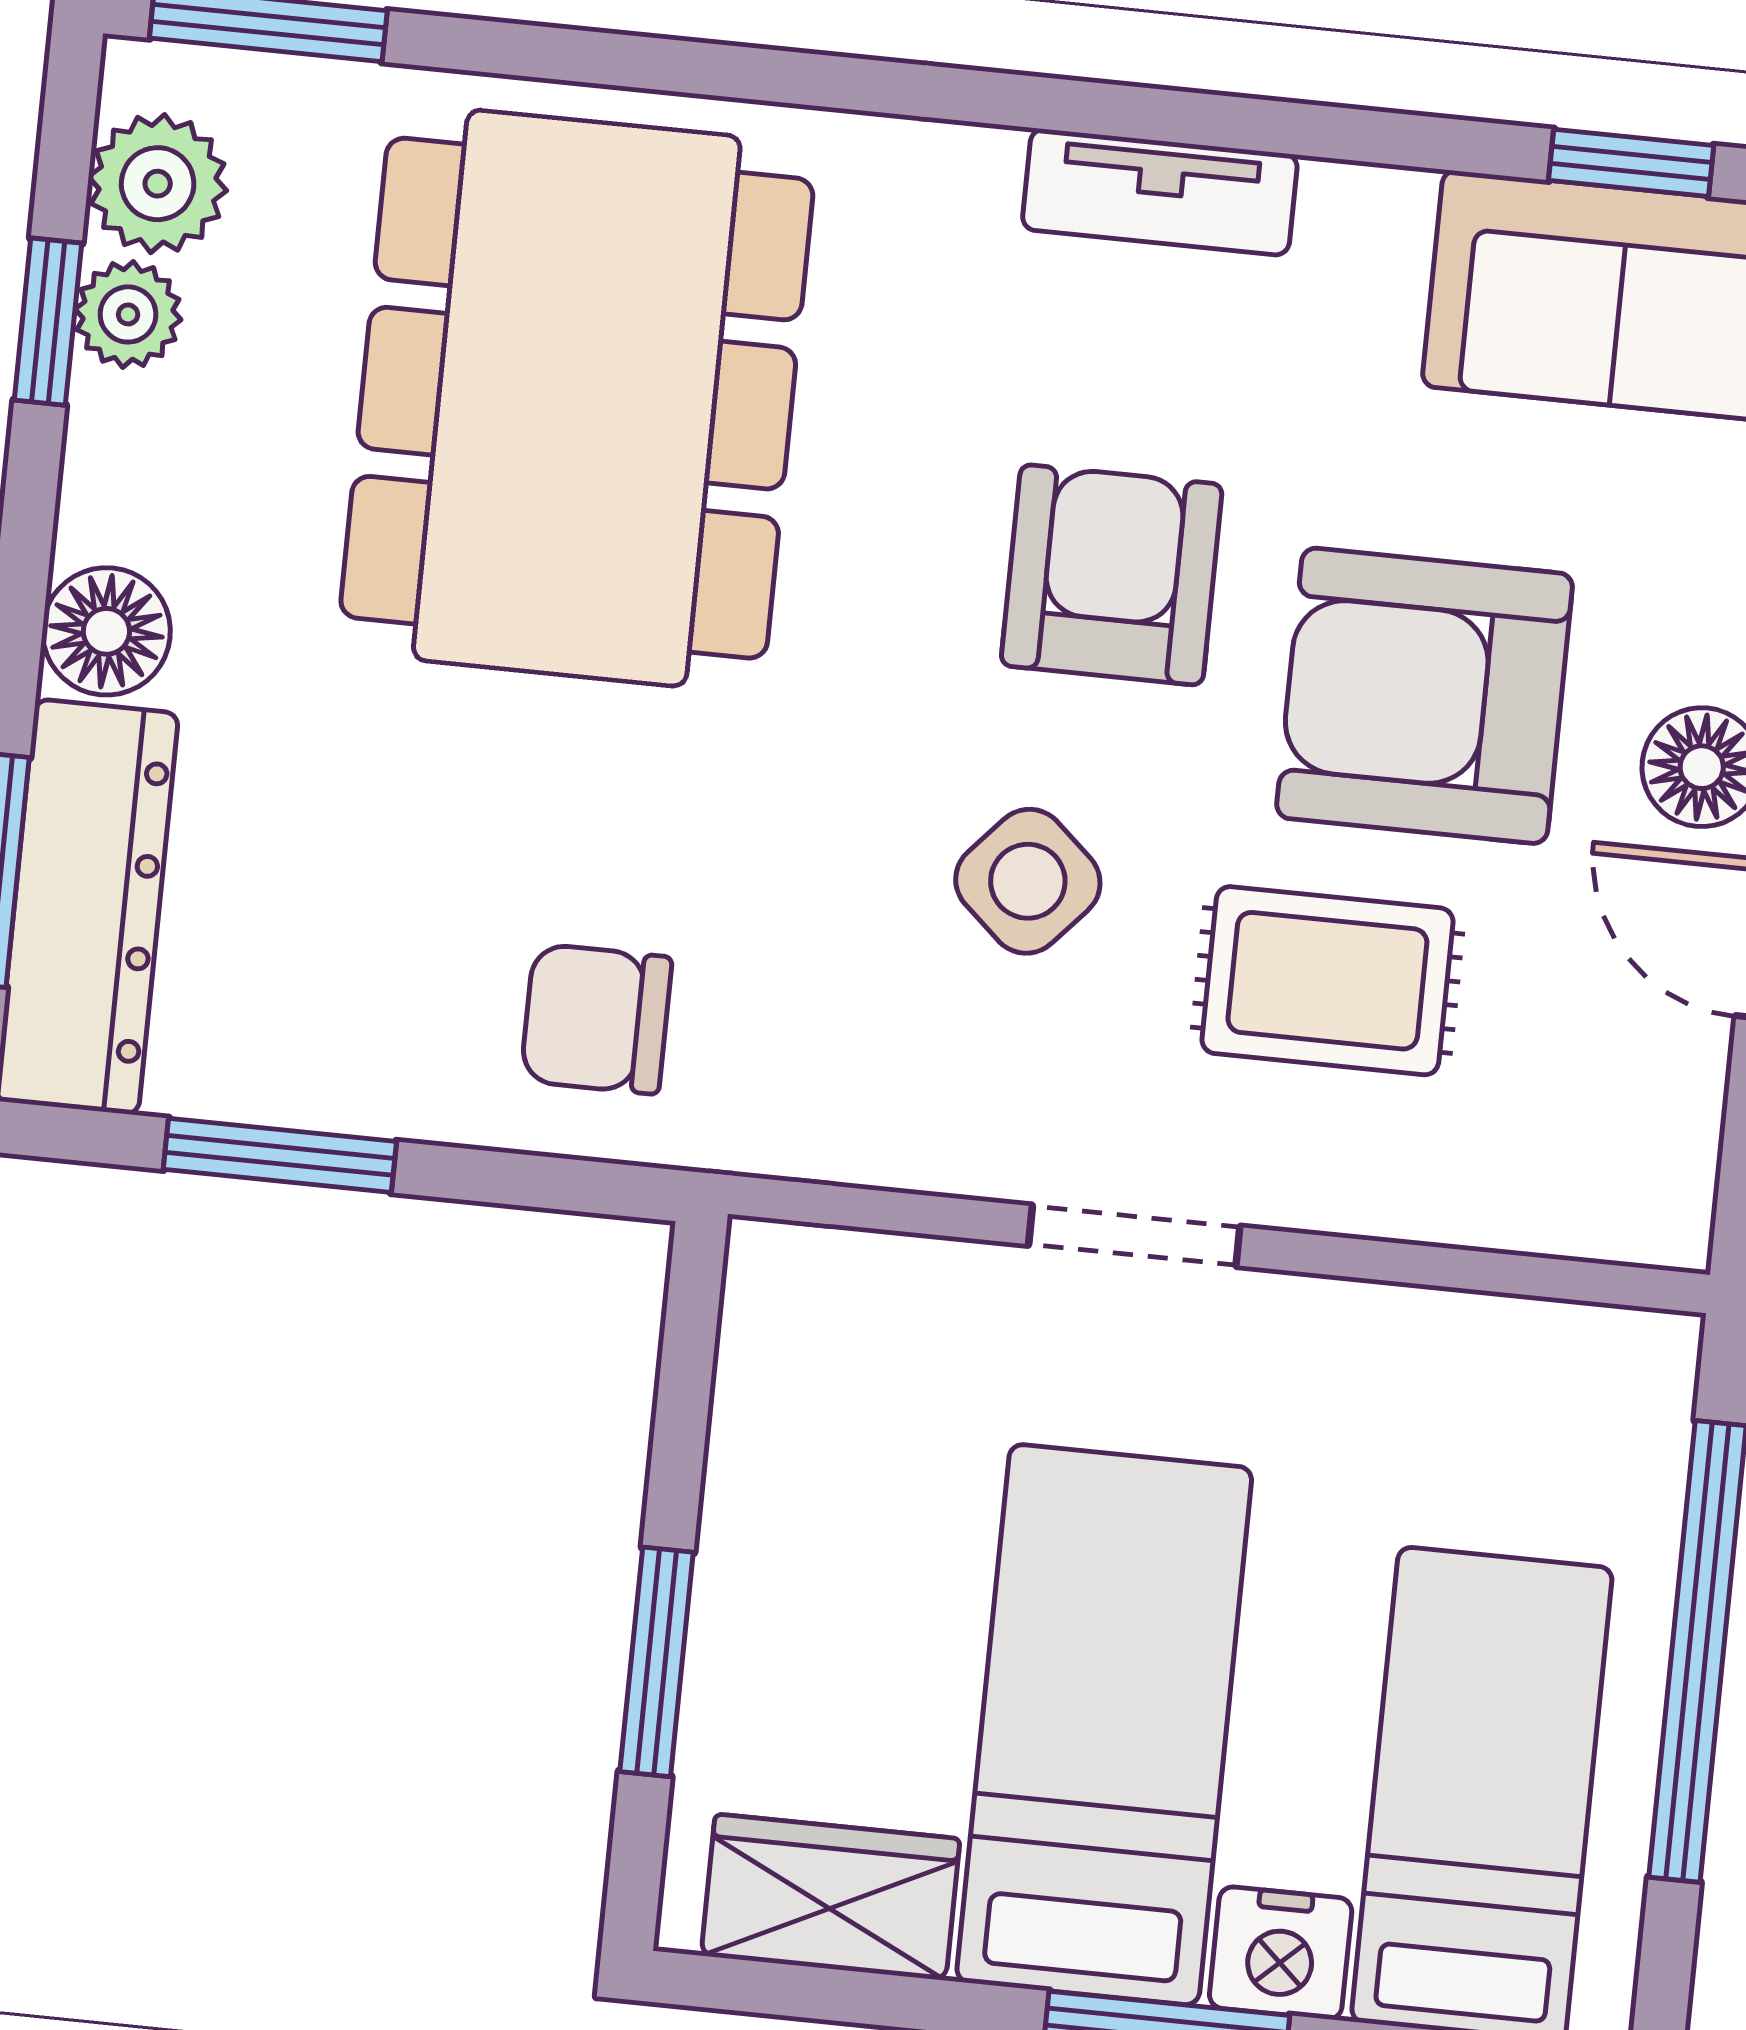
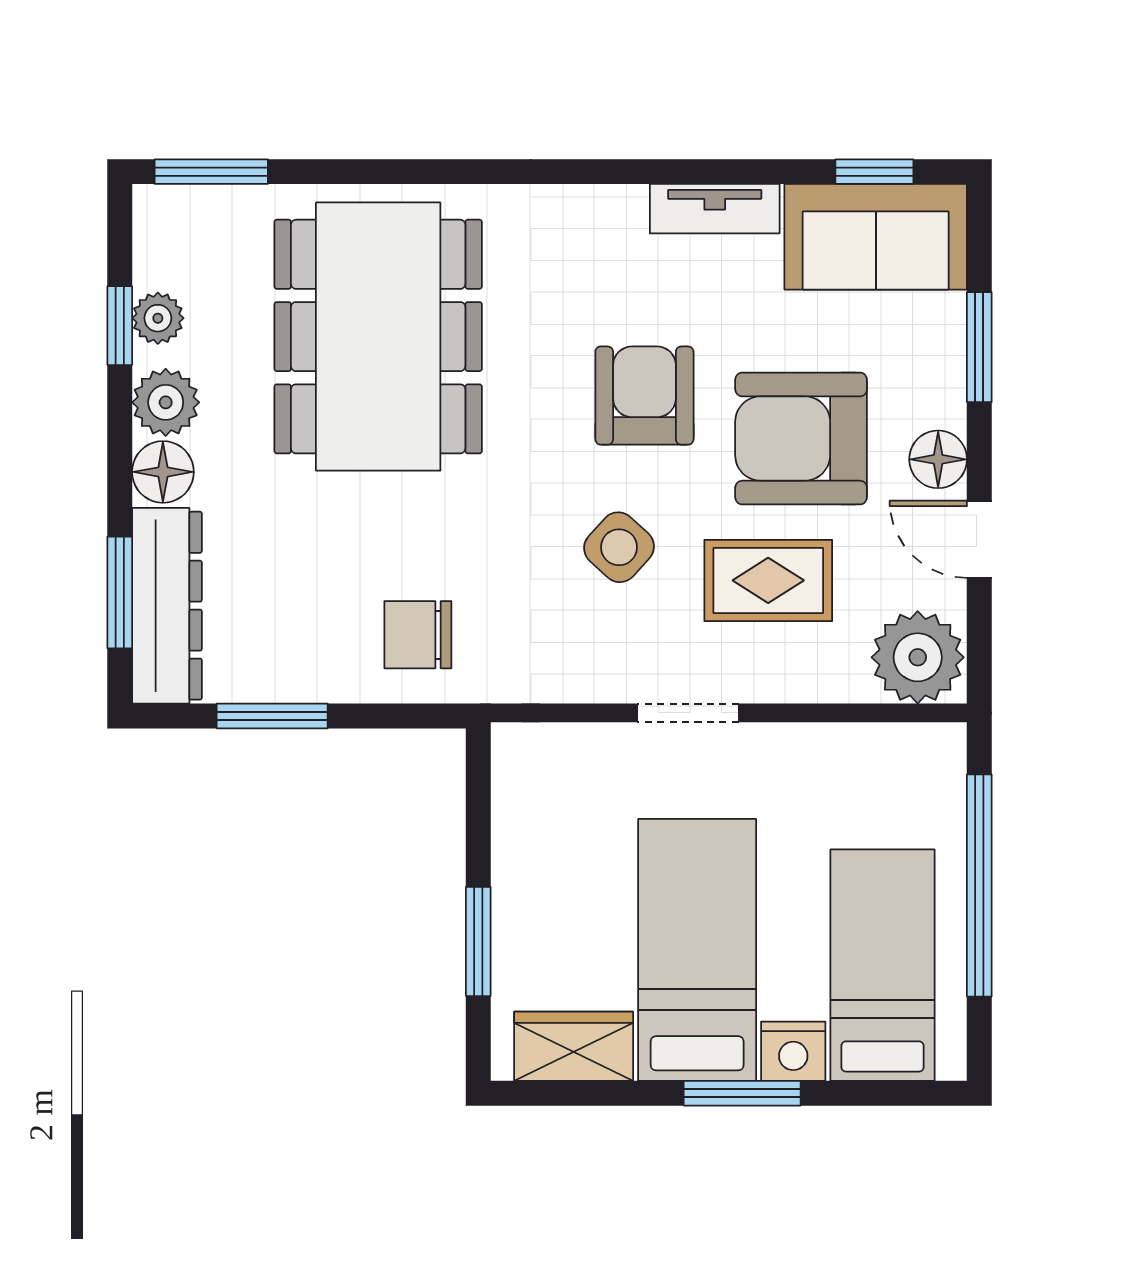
plant: (158, 184) -> (166, 402), moved
tv unit: (1160, 192) -> (715, 209), moved
plant: (1619, 1170) -> (918, 657), added

